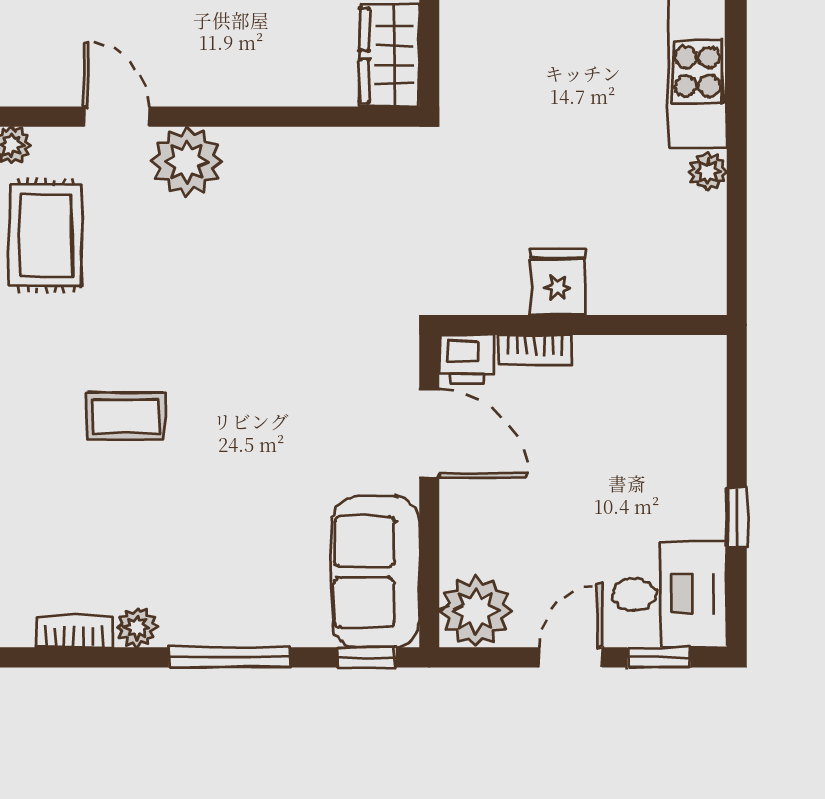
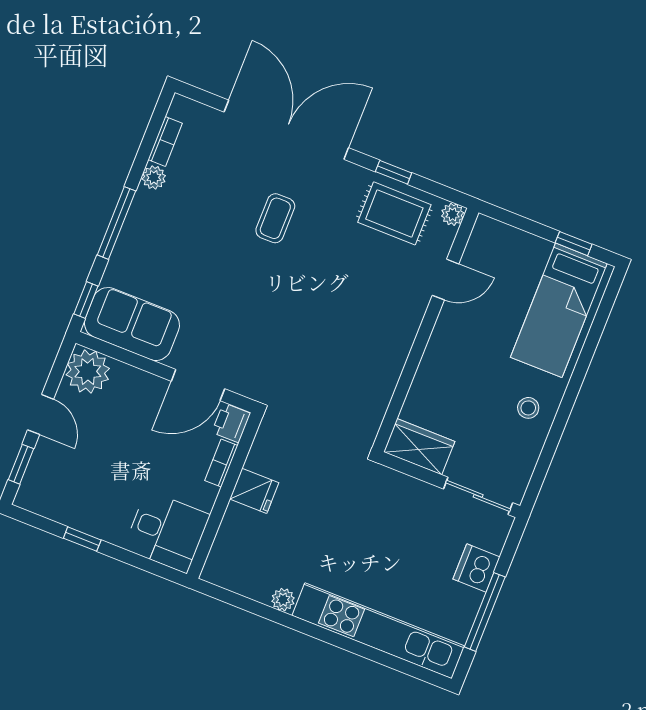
plant: (187, 162) -> (404, 309), removed
desk: (670, 594) -> (167, 532), moved, turned -90

